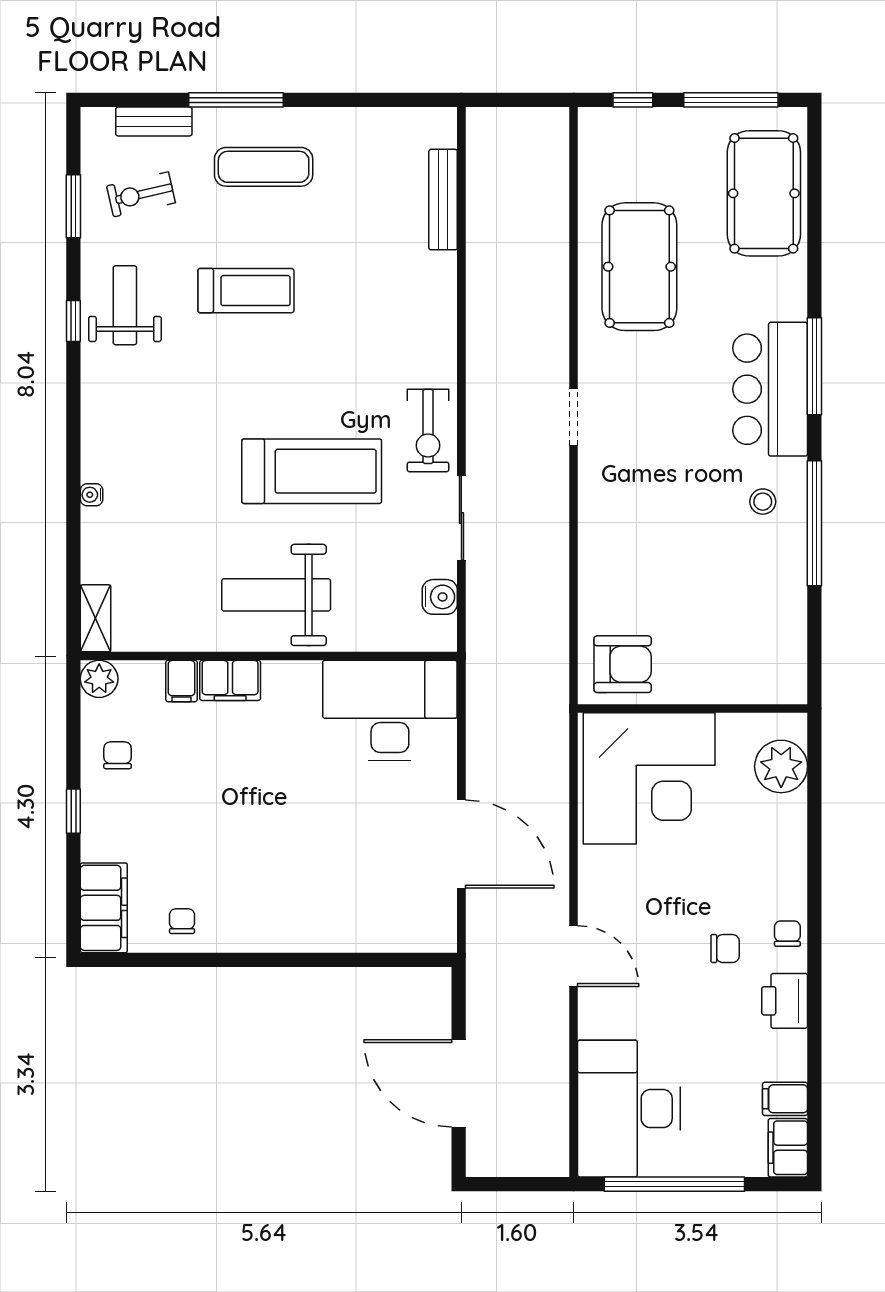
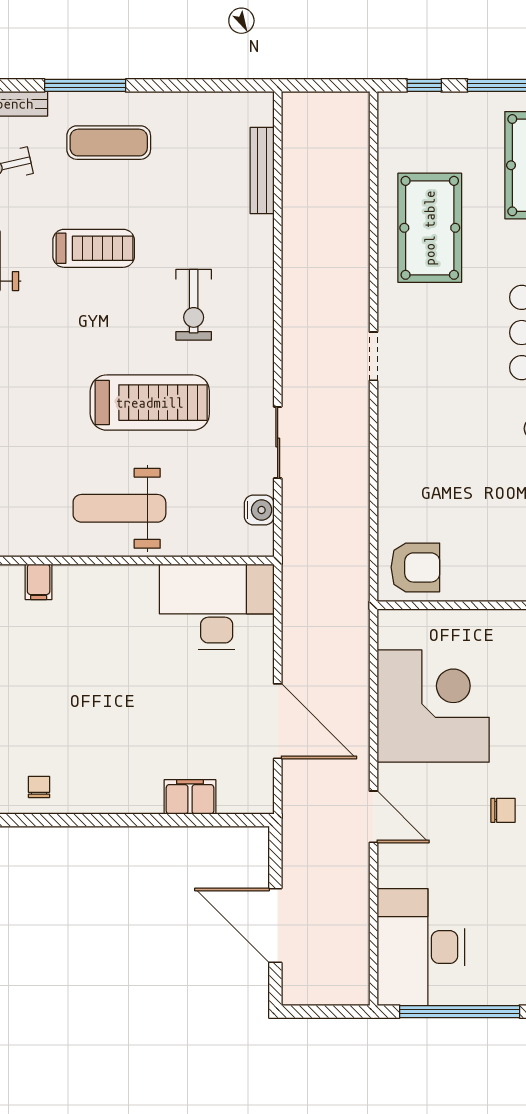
exercise bike: (428, 431) -> (194, 305), moved
filing cabinet: (230, 680) -> (190, 797), moved, turned 180
corner desk: (649, 778) -> (433, 706), moved, turned -90

